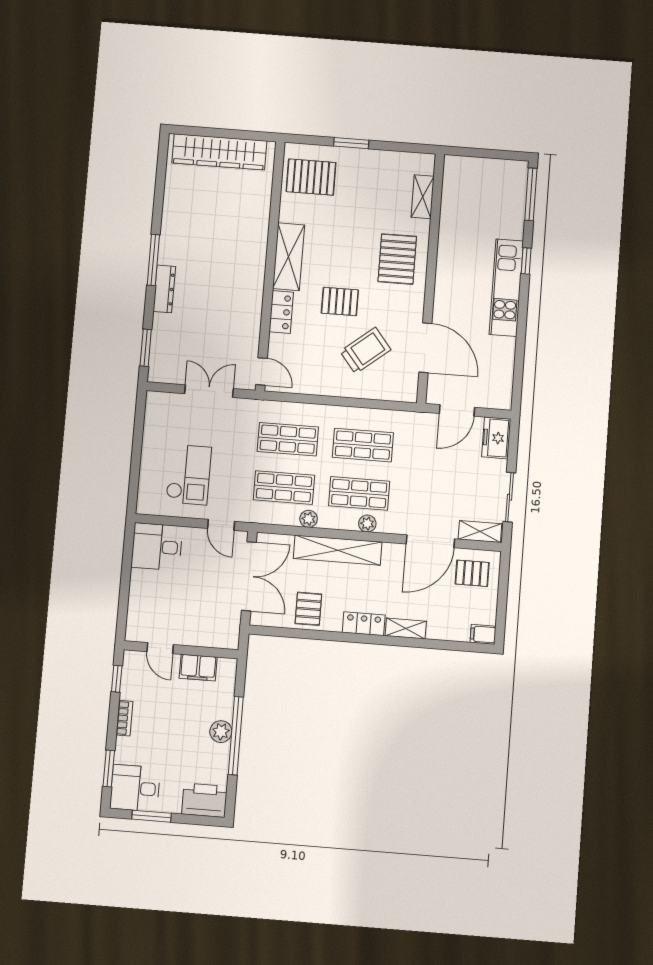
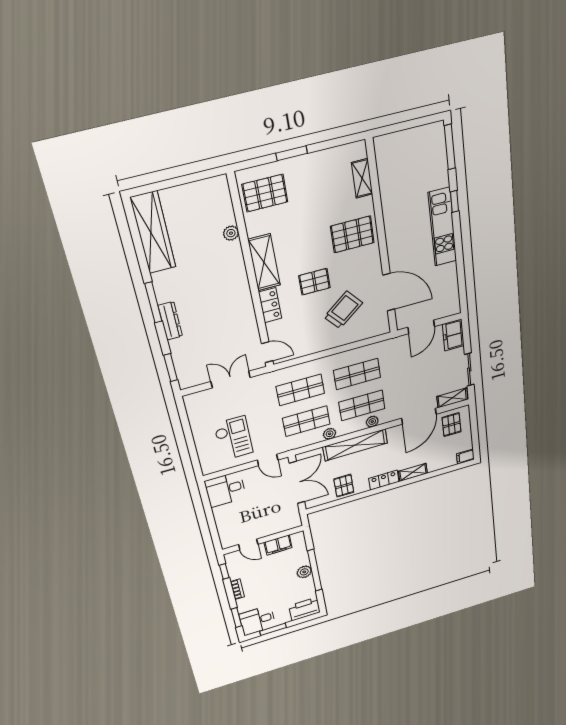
wardrobe: (219, 152) -> (153, 233), moved, turned -90
plant: (262, 209) -> (231, 233), added
pallet: (397, 259) -> (352, 234), turned 90
pallet: (472, 573) -> (452, 425), turned 90

